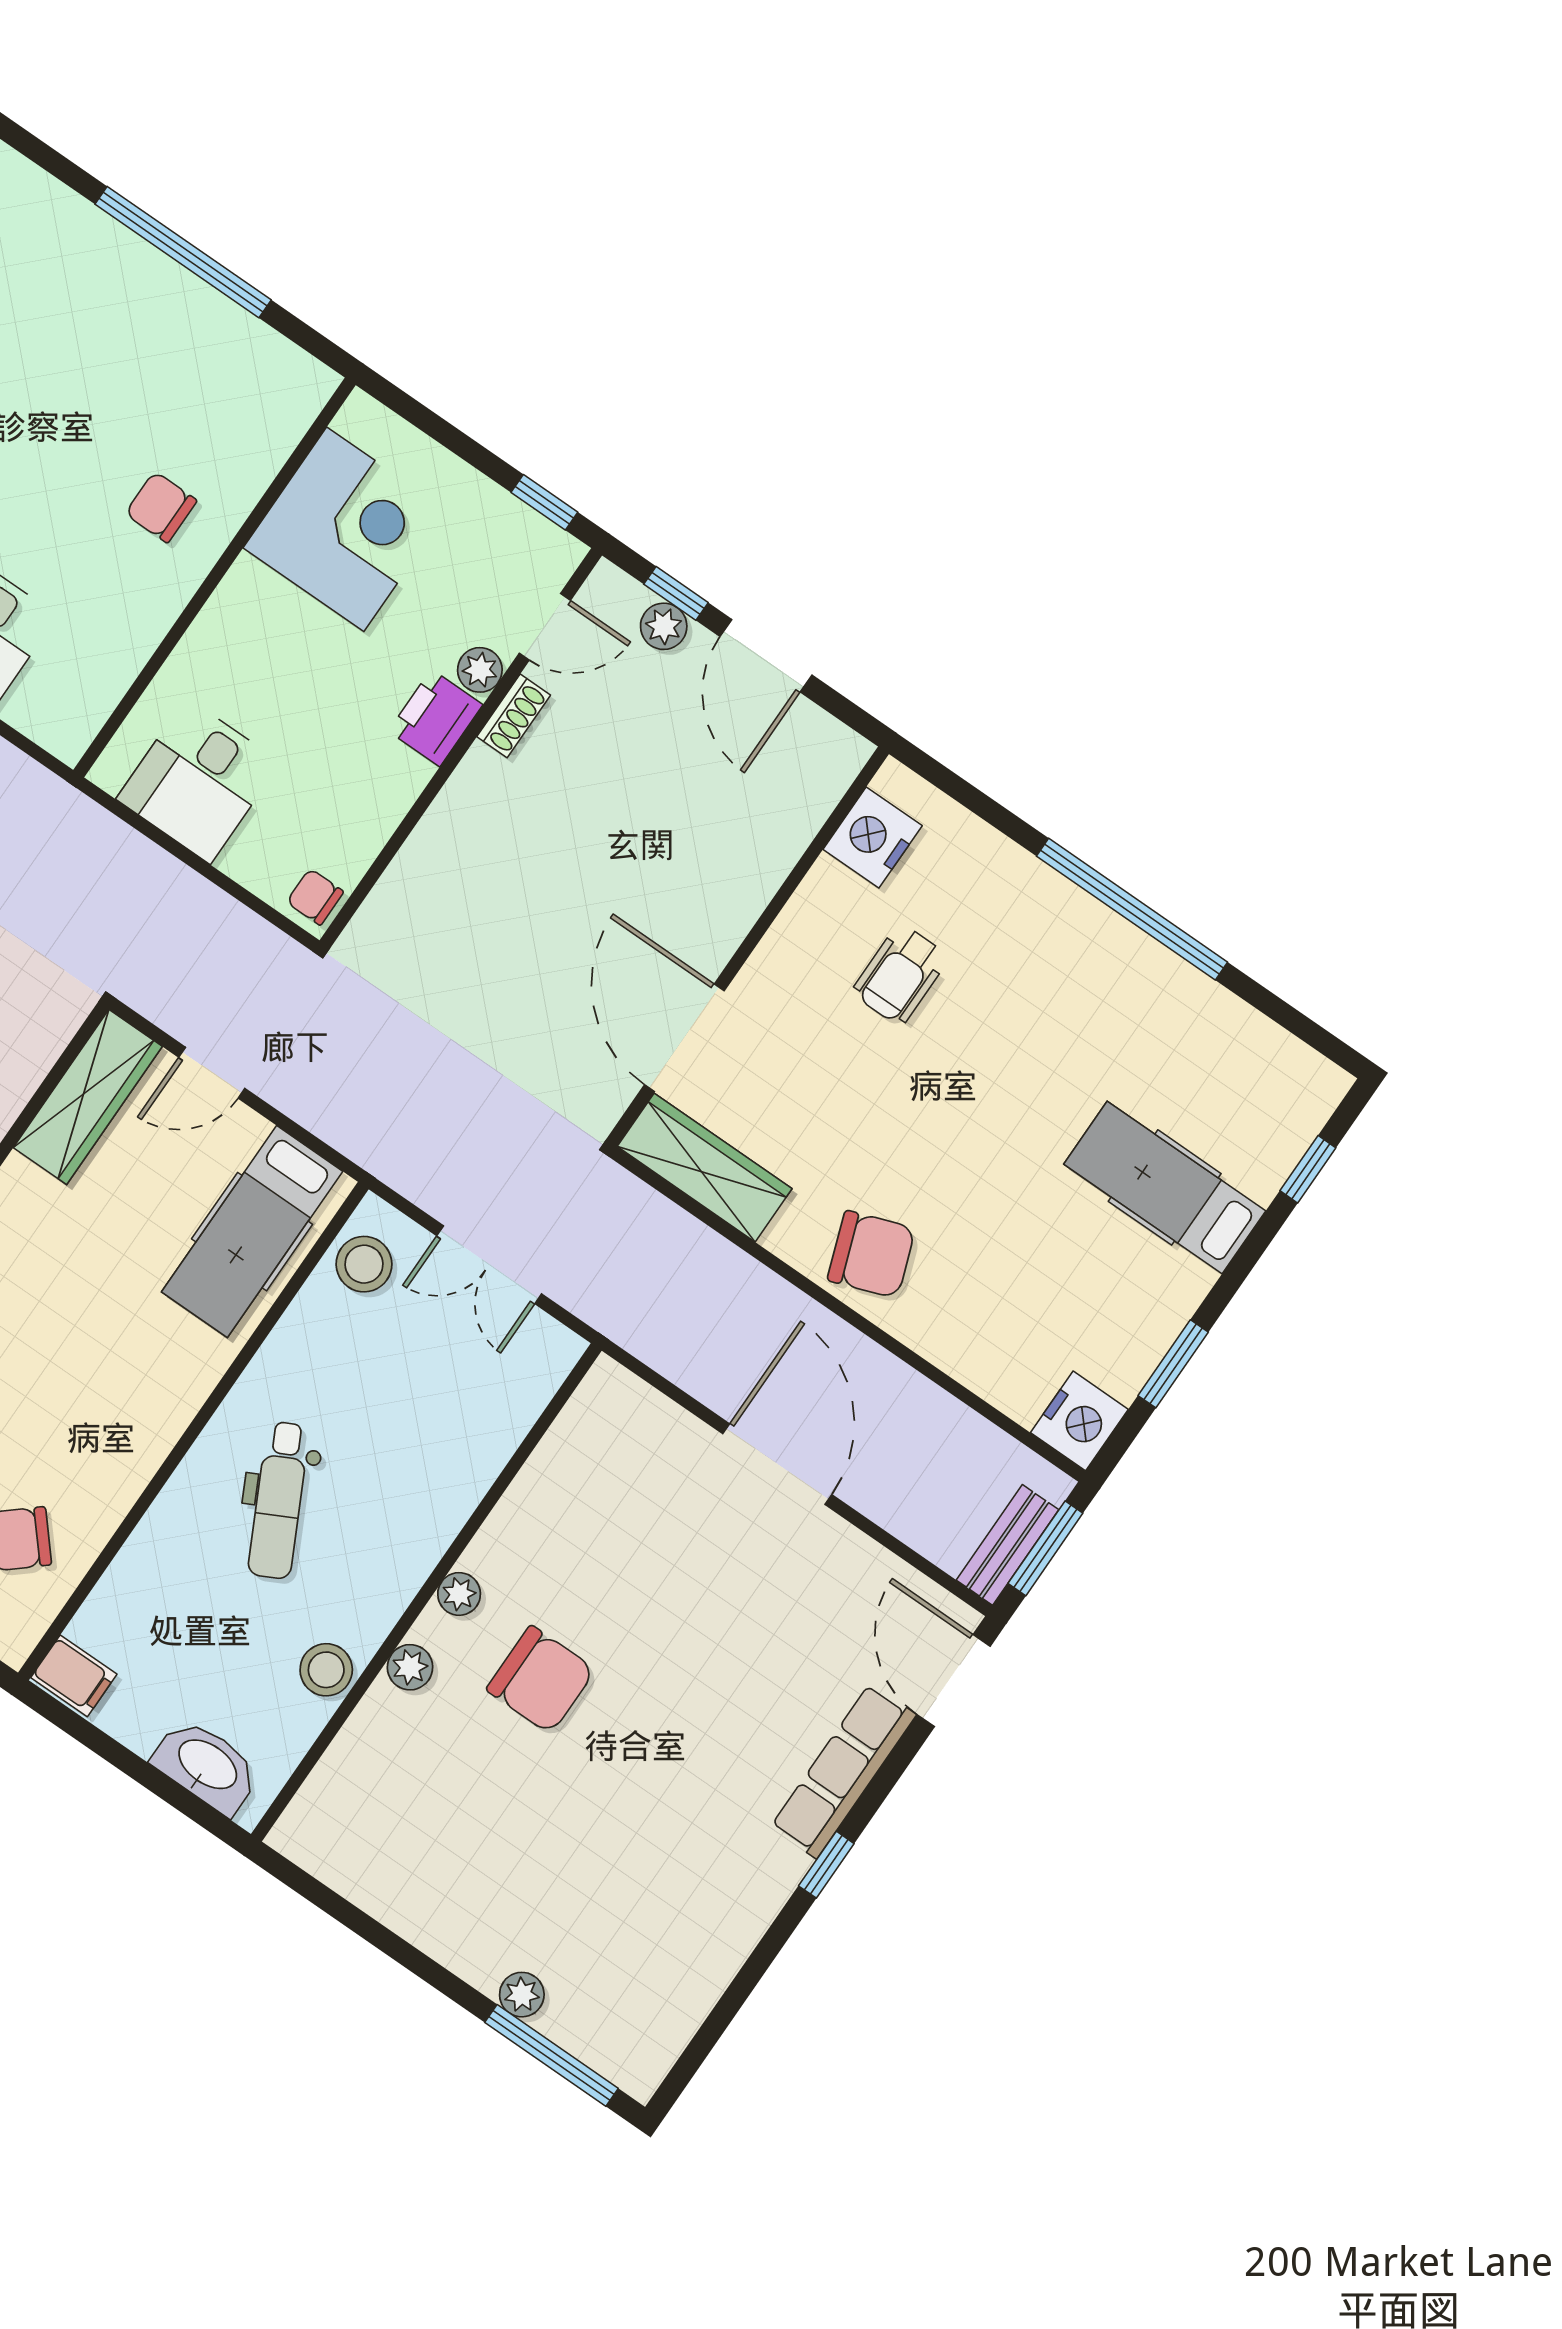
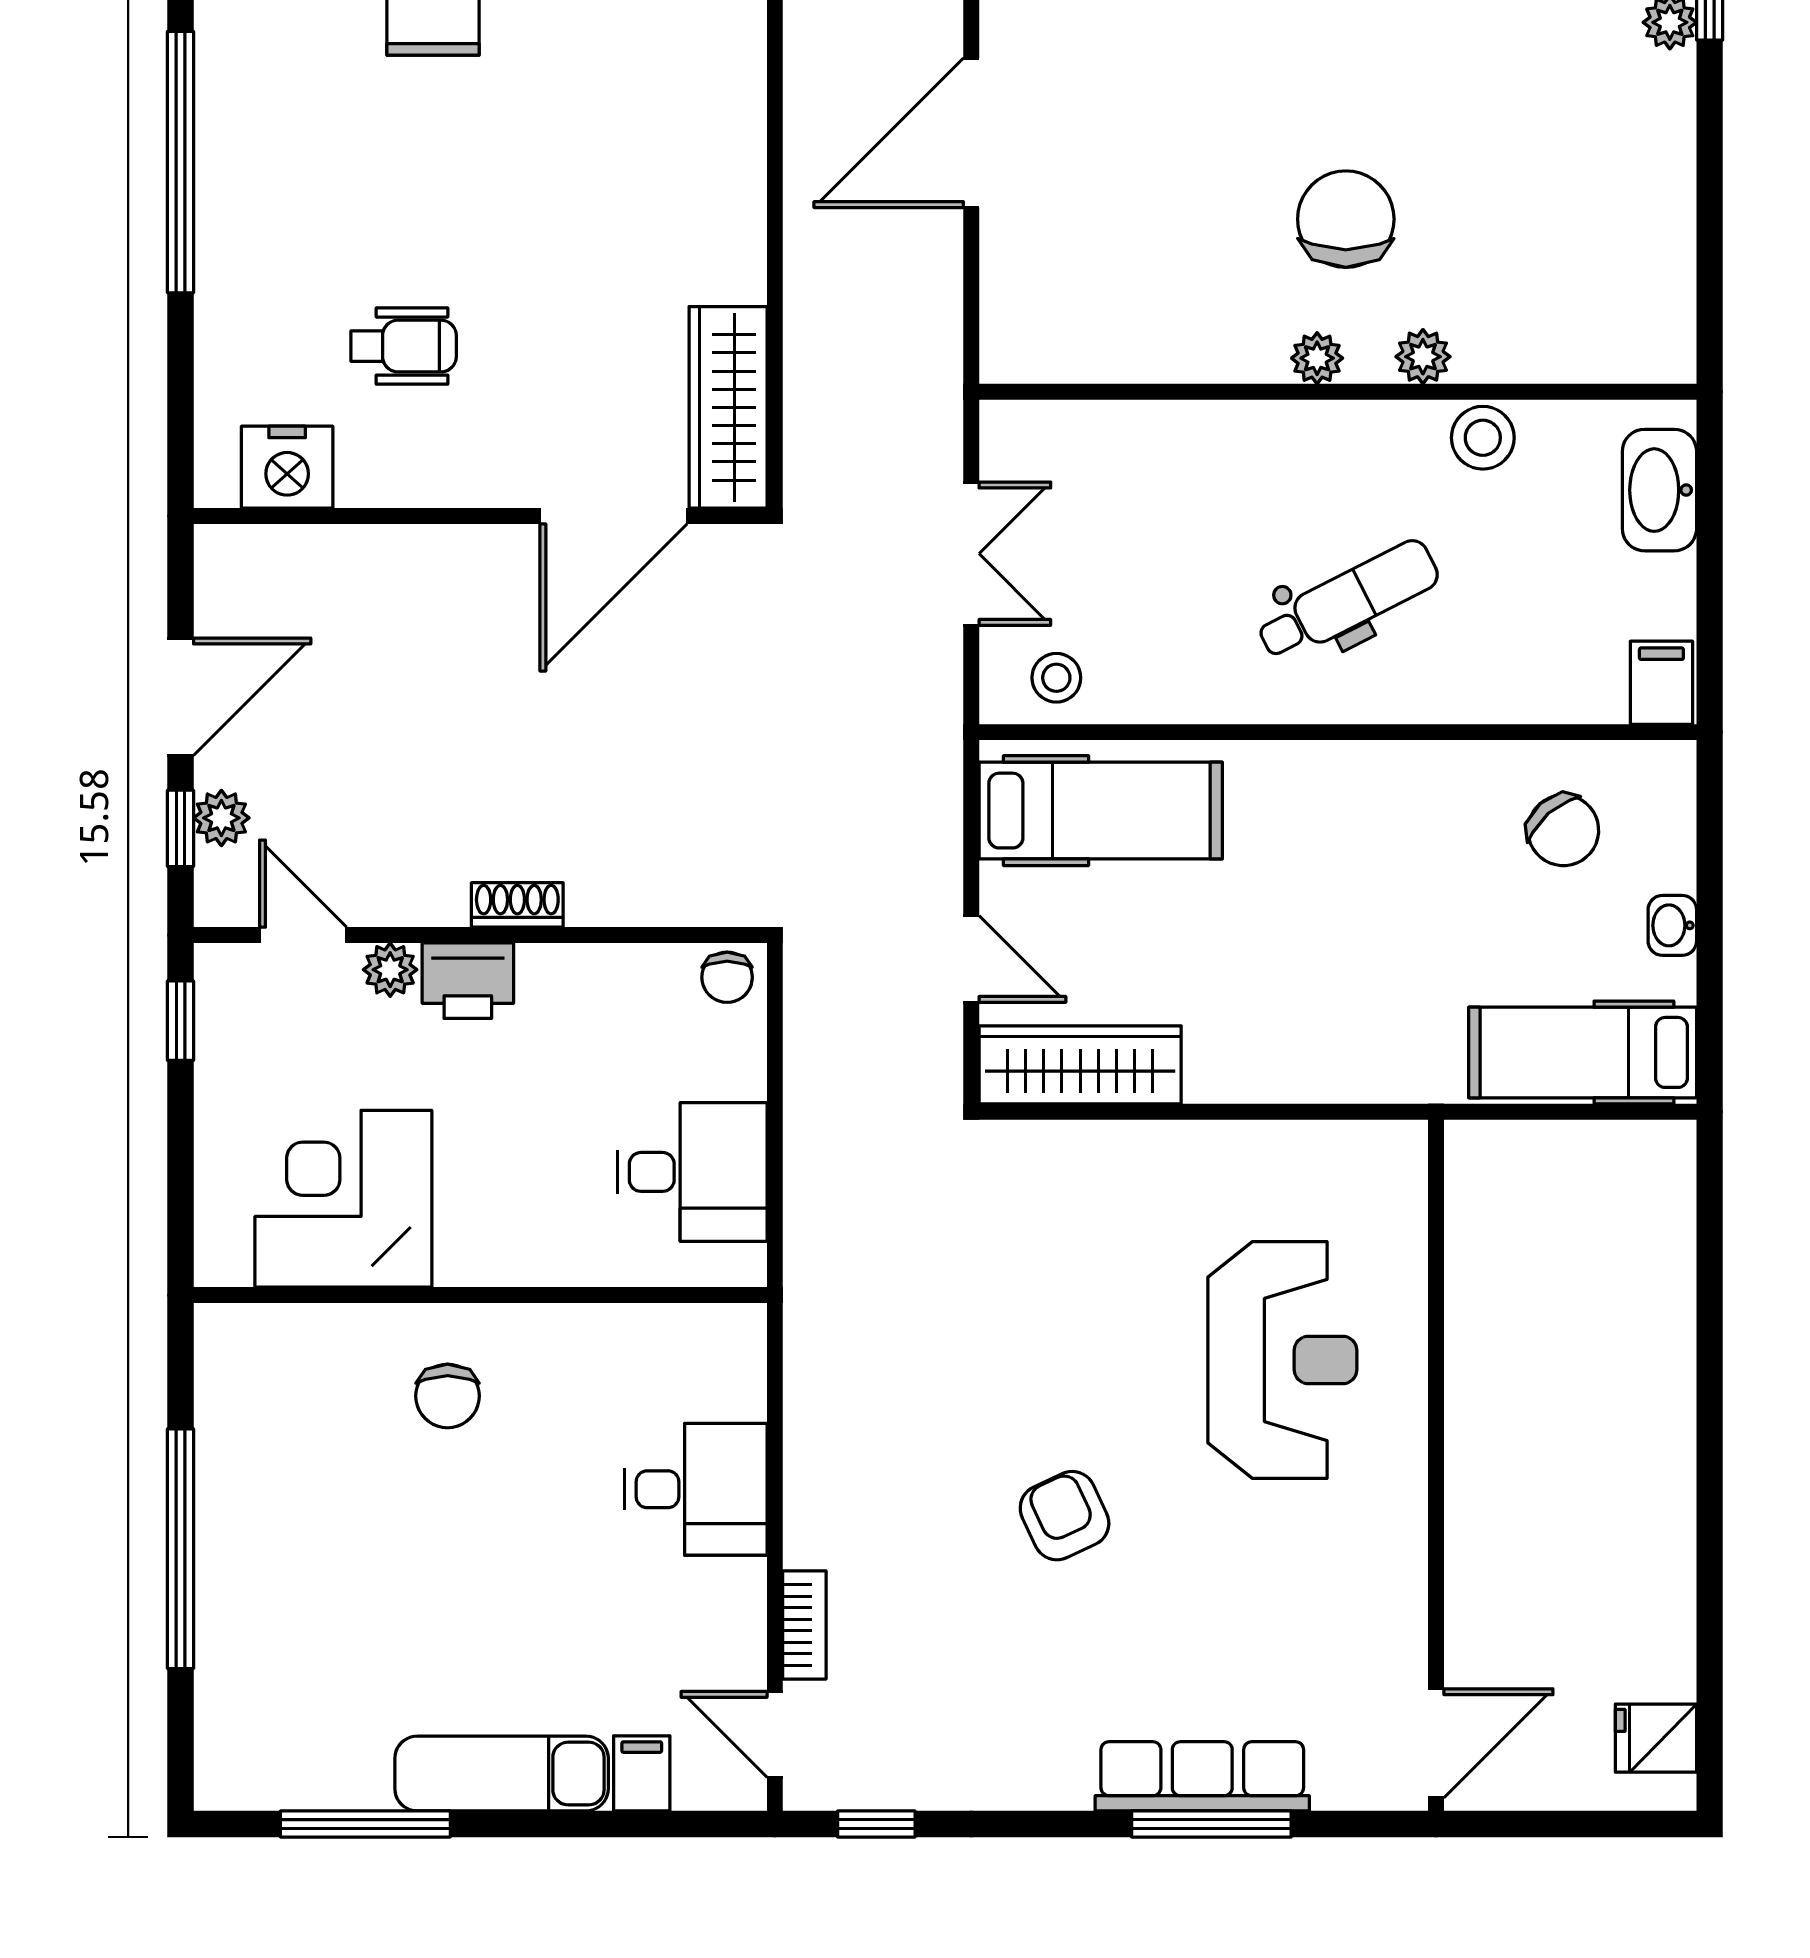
shoe rack: (514, 716) -> (517, 905), moved
chair: (871, 1254) -> (700, 183), removed
stool: (364, 1264) -> (1056, 678), width x0.73, depth x0.73

